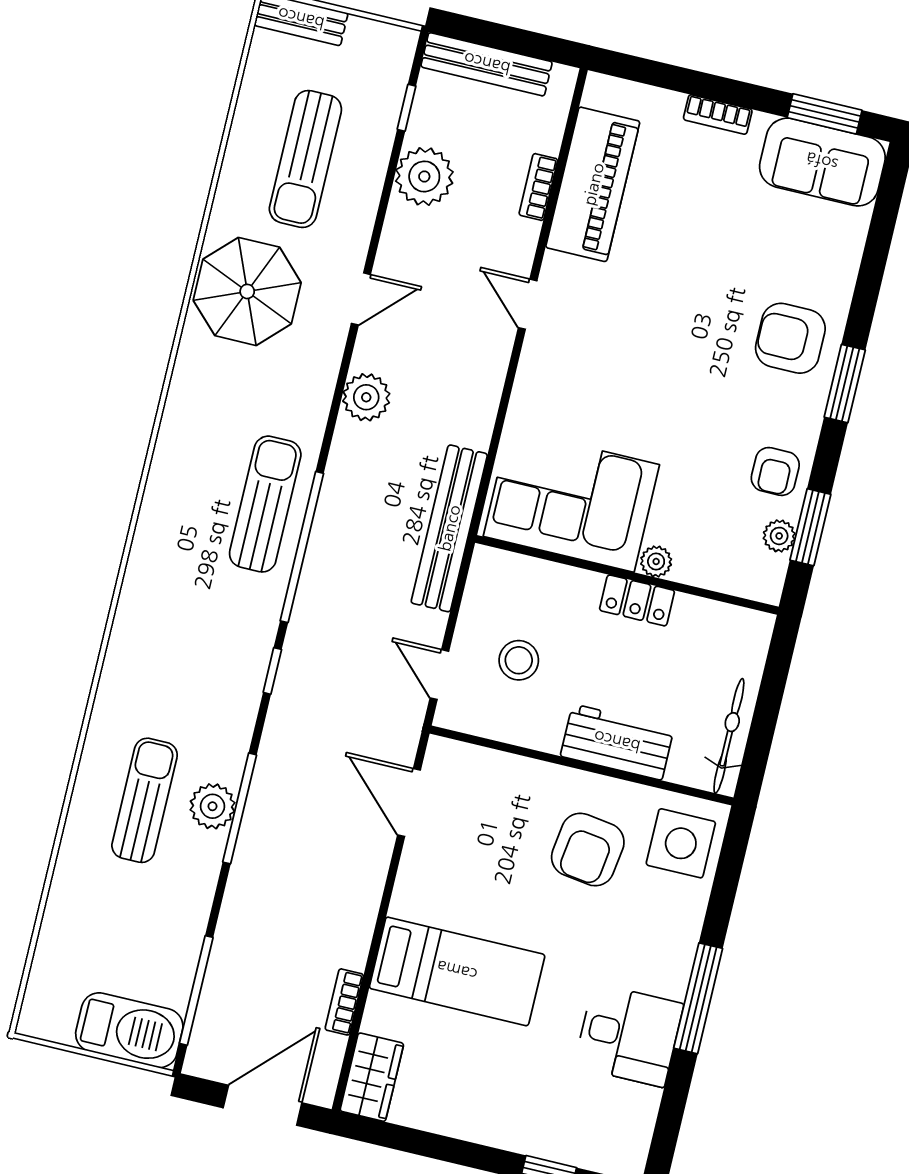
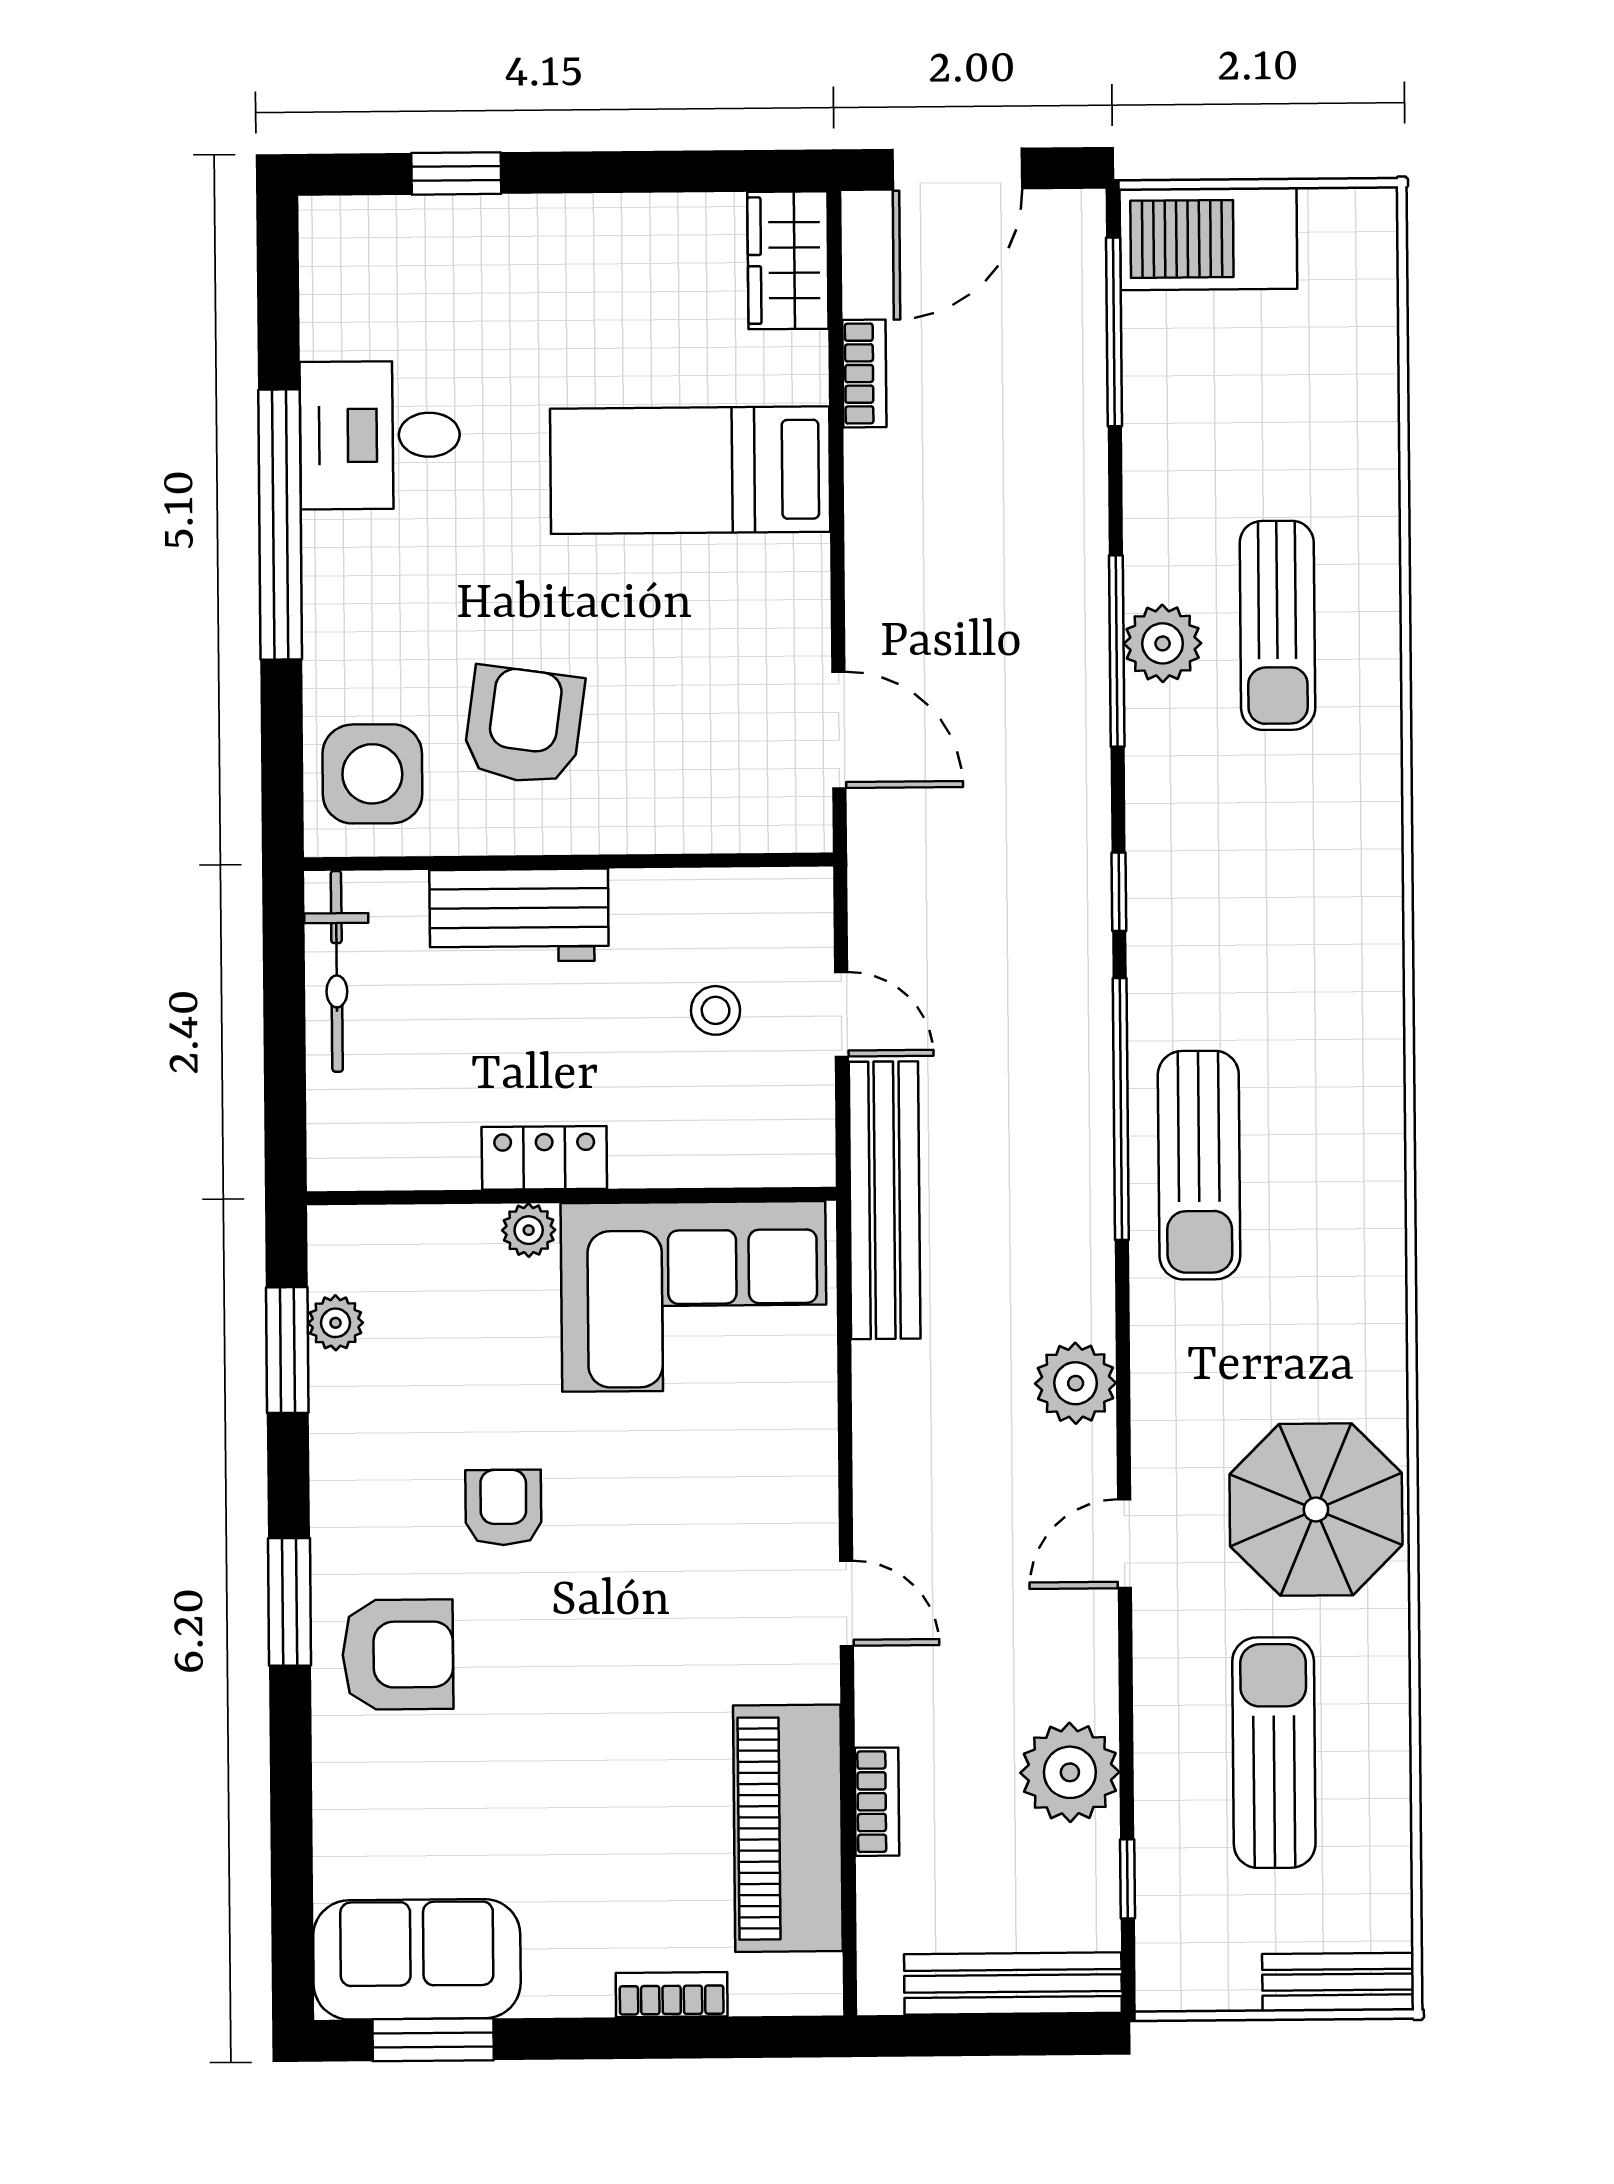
bookcase: (718, 114) -> (672, 1995), moved
armchair: (775, 471) -> (503, 1507), moved
stool: (519, 660) -> (716, 1010), width x0.73, depth x0.73
door: (439, 675) -> (841, 1014), moved
window: (698, 998) -> (280, 525), width x1.46

